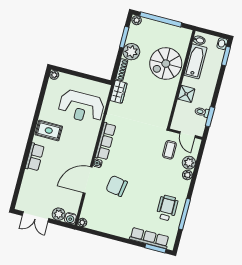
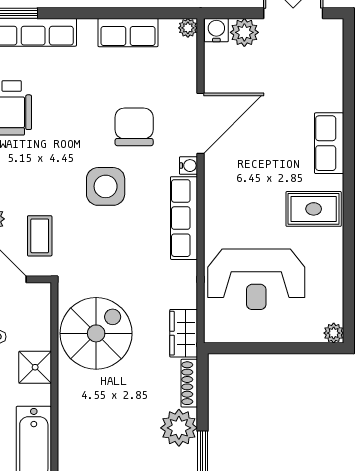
spiral stairs: (166, 64) -> (96, 333), moved
reception desk: (81, 107) -> (256, 279), turned 180
side table: (136, 164) -> (106, 186), added
chair: (117, 186) -> (134, 127), turned -99
row of seats: (109, 227) -> (128, 33), added

